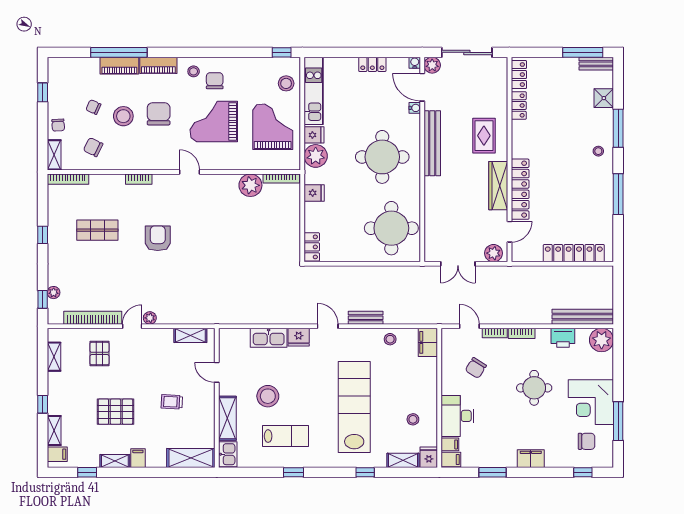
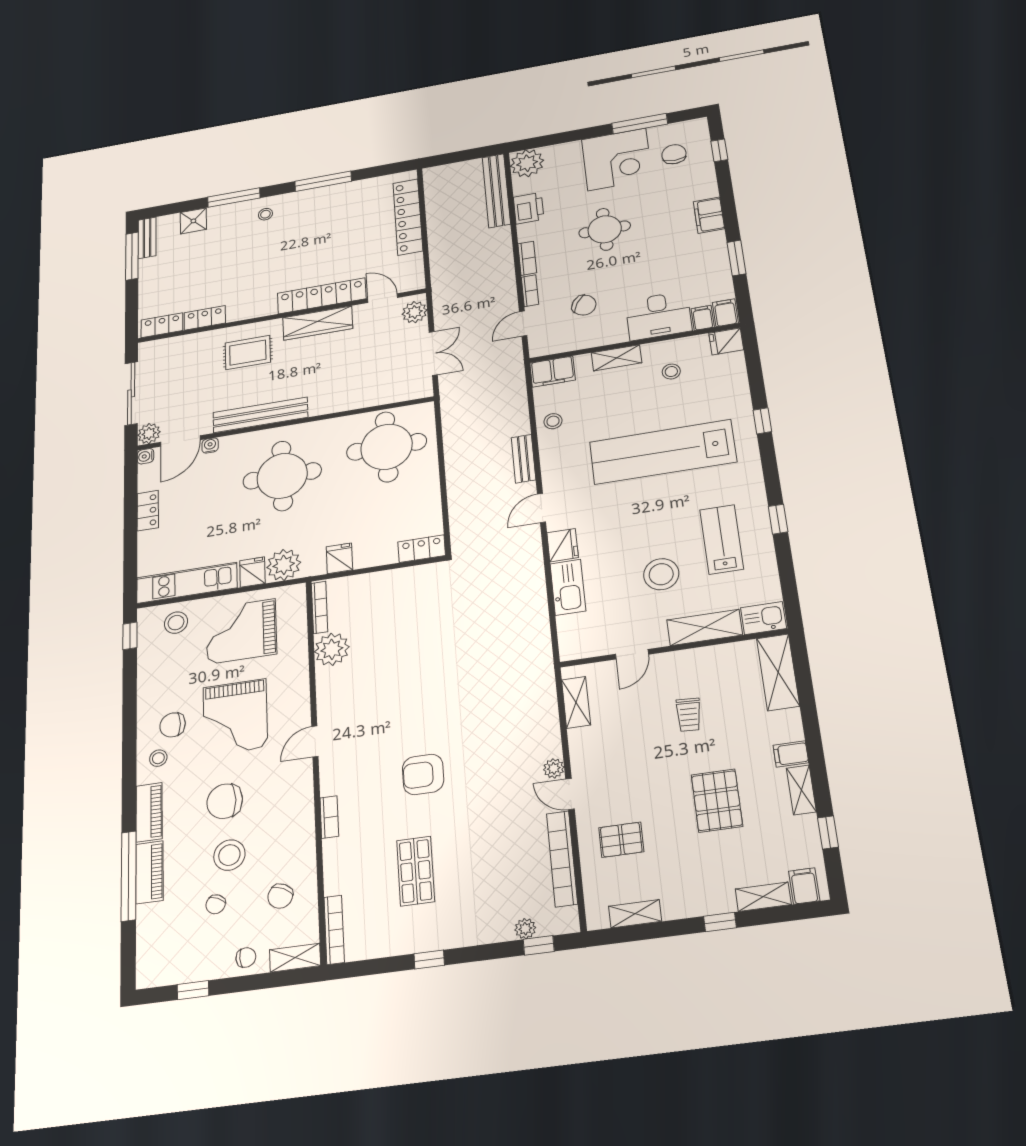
shelving: (403, 460) -> (617, 358), moved, turned 90

